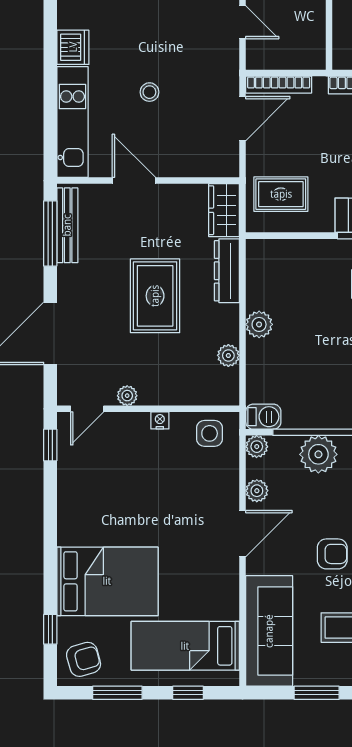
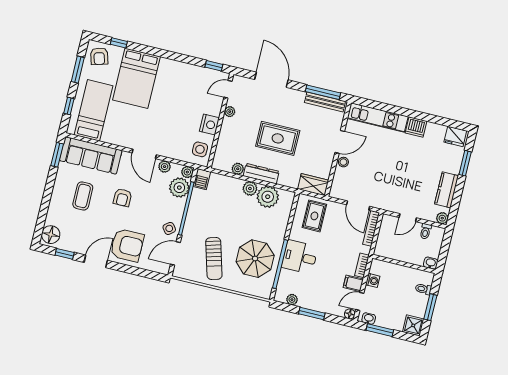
stool: (149, 92) -> (343, 162), moved
dresser: (227, 271) -> (261, 174), moved
plant: (266, 288) -> (268, 197), added
door: (87, 409) -> (228, 89), hinge flipped
nightstand: (160, 420) -> (209, 124), width x1.89, depth x1.79
plant: (318, 454) -> (179, 188), moved
window: (317, 693) -> (57, 155), moved

